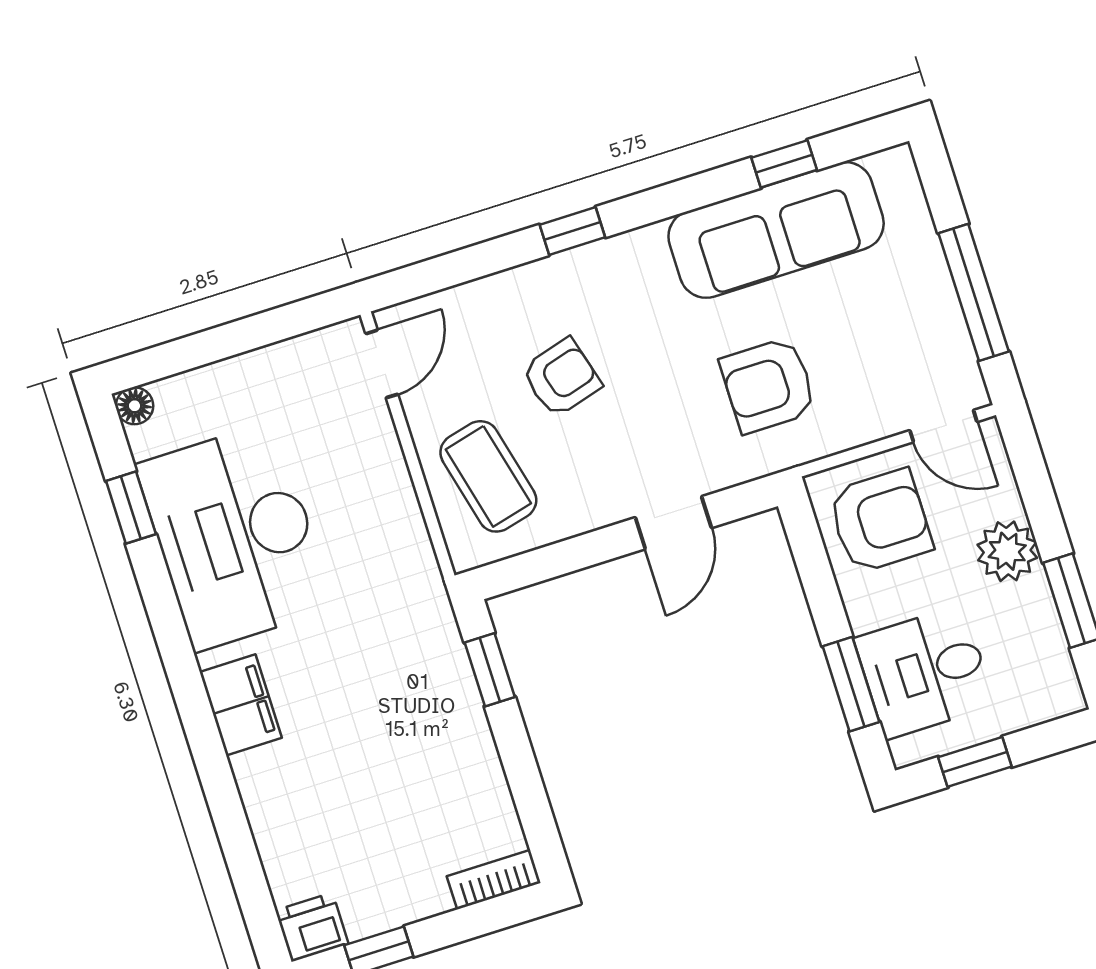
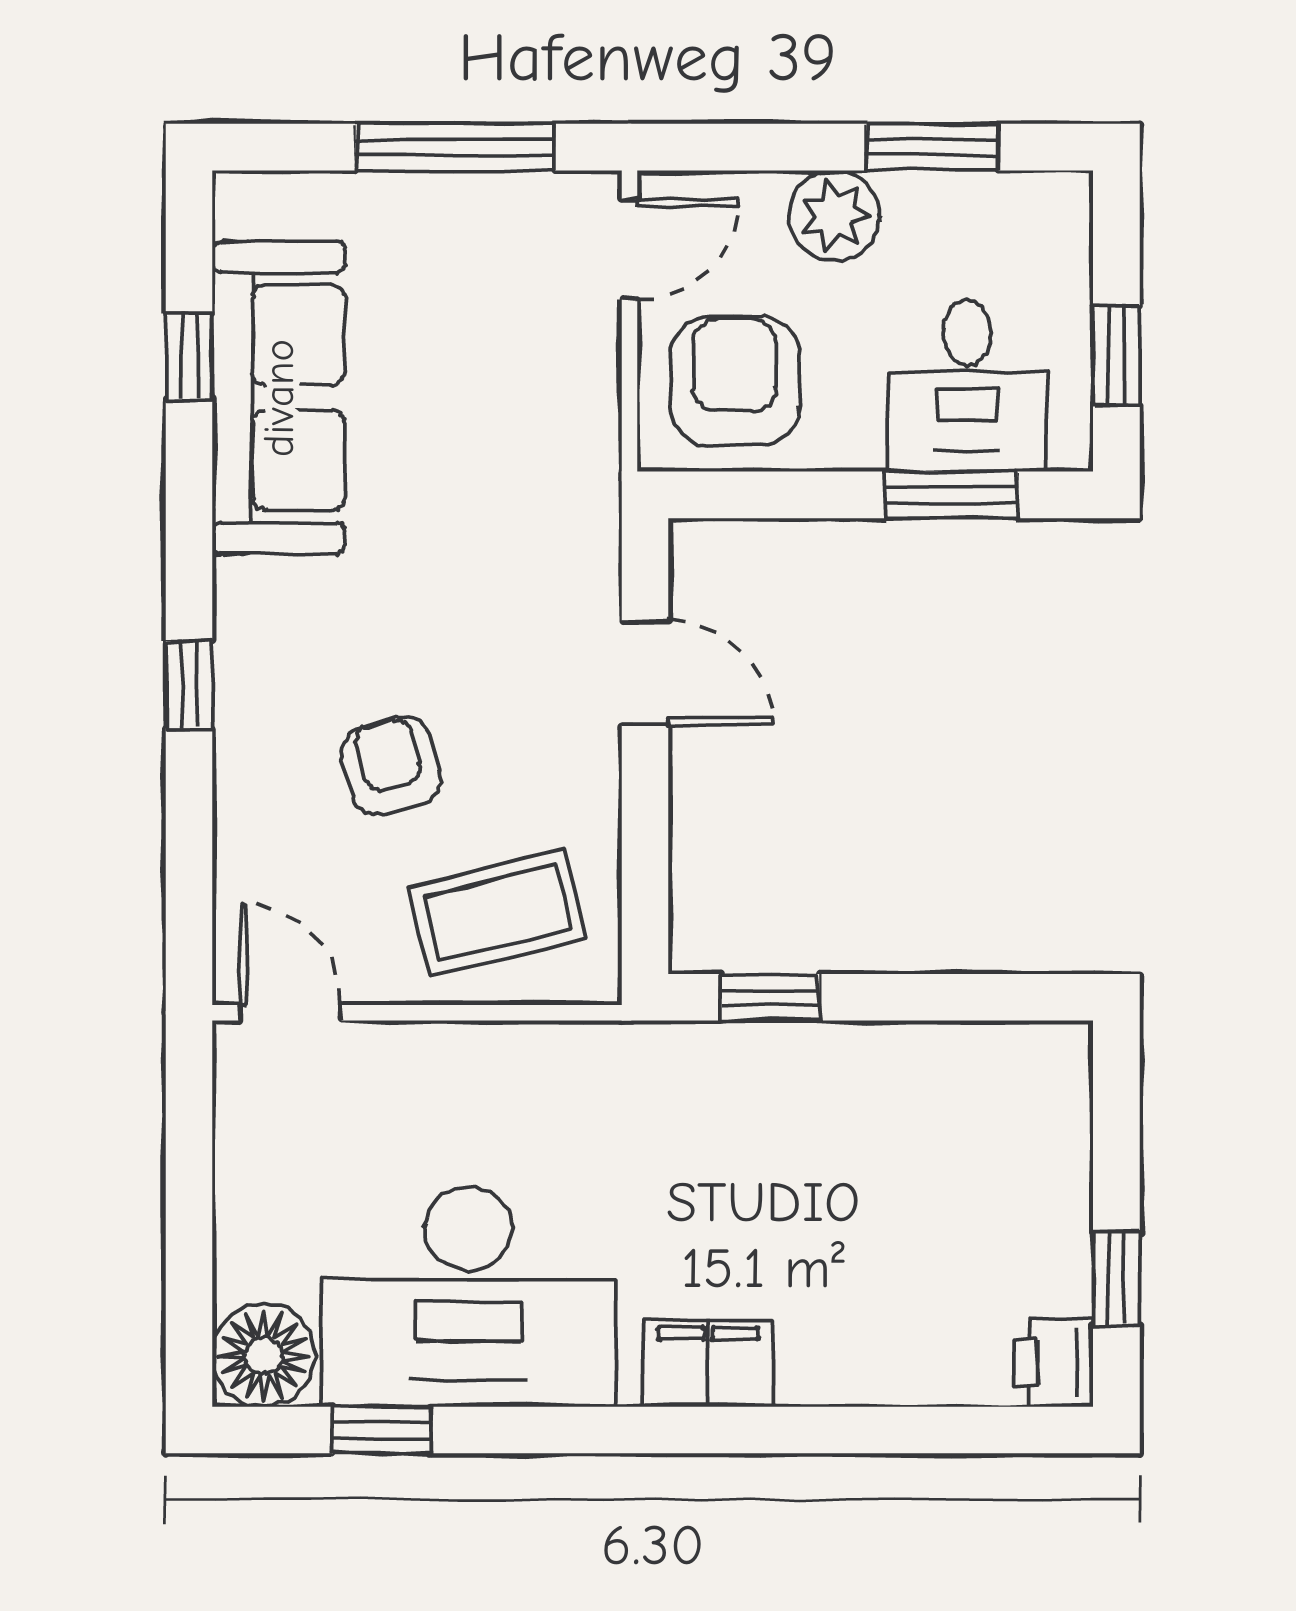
armchair: (768, 385) -> (494, 478), removed
floor lamp: (135, 406) -> (264, 1355), width x1.89, depth x1.89
bookcase: (494, 880) -> (1067, 1085), removed

